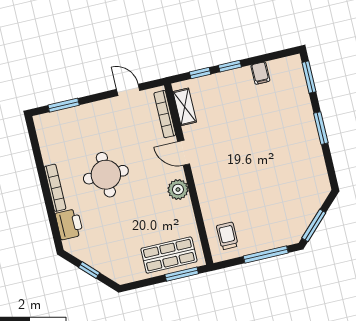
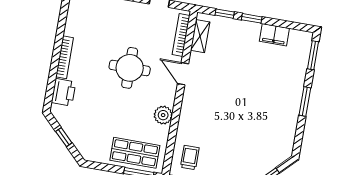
filing cabinet: (260, 73) -> (274, 35), width x2.00
round table: (106, 175) -> (130, 68), moved
plant: (178, 189) -> (163, 115), moved

